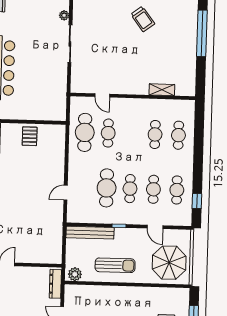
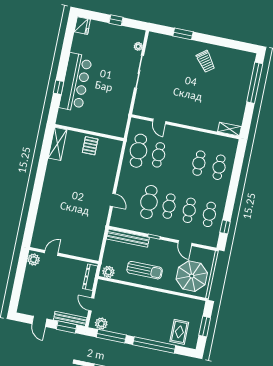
shelving: (162, 90) -> (230, 129), moved
door: (66, 193) -> (113, 200), swing flipped

